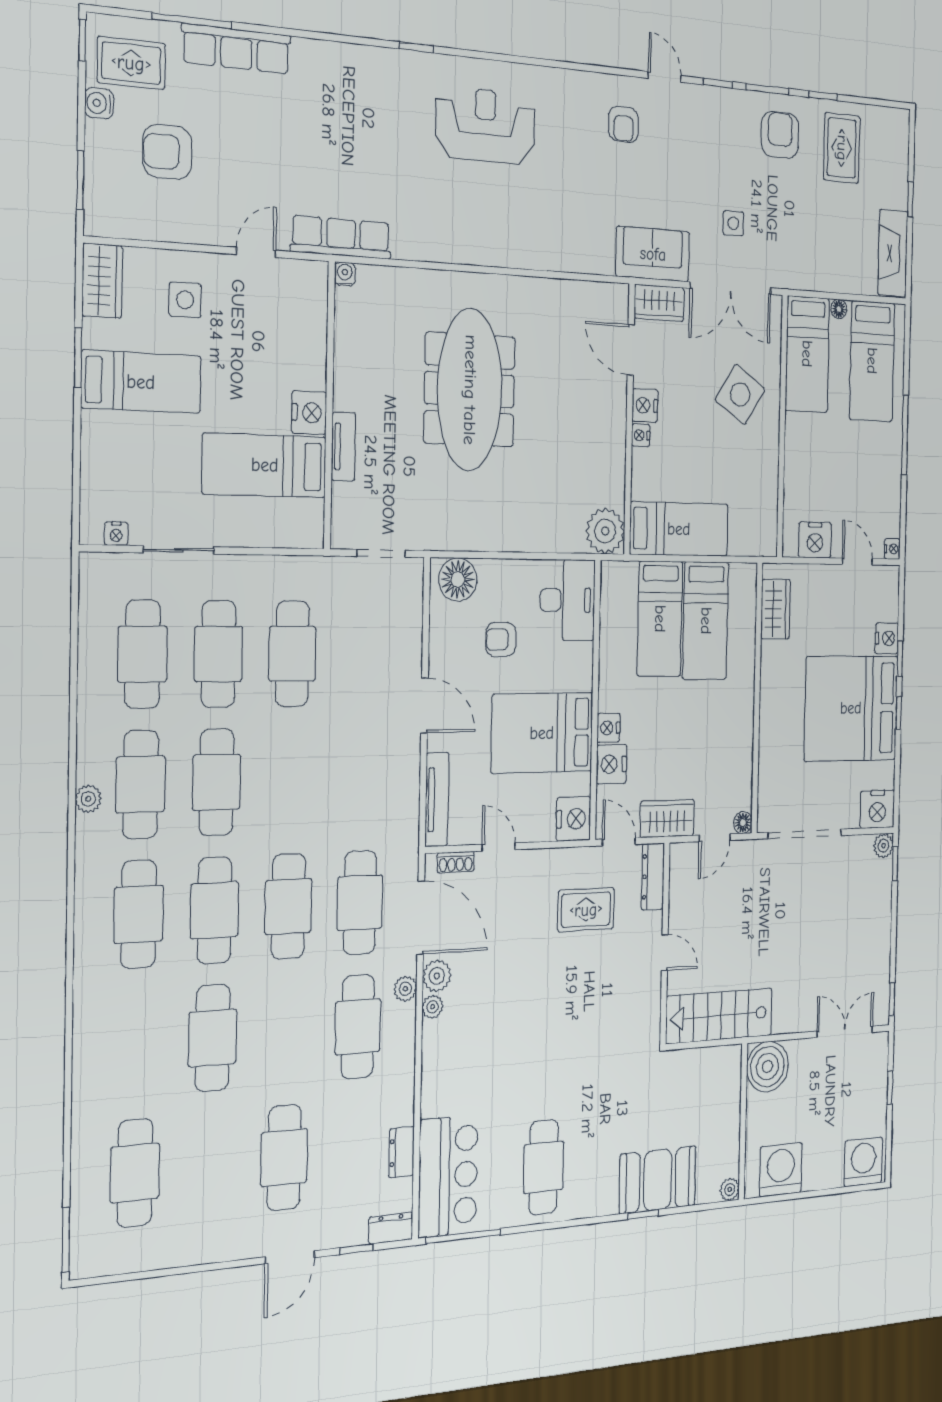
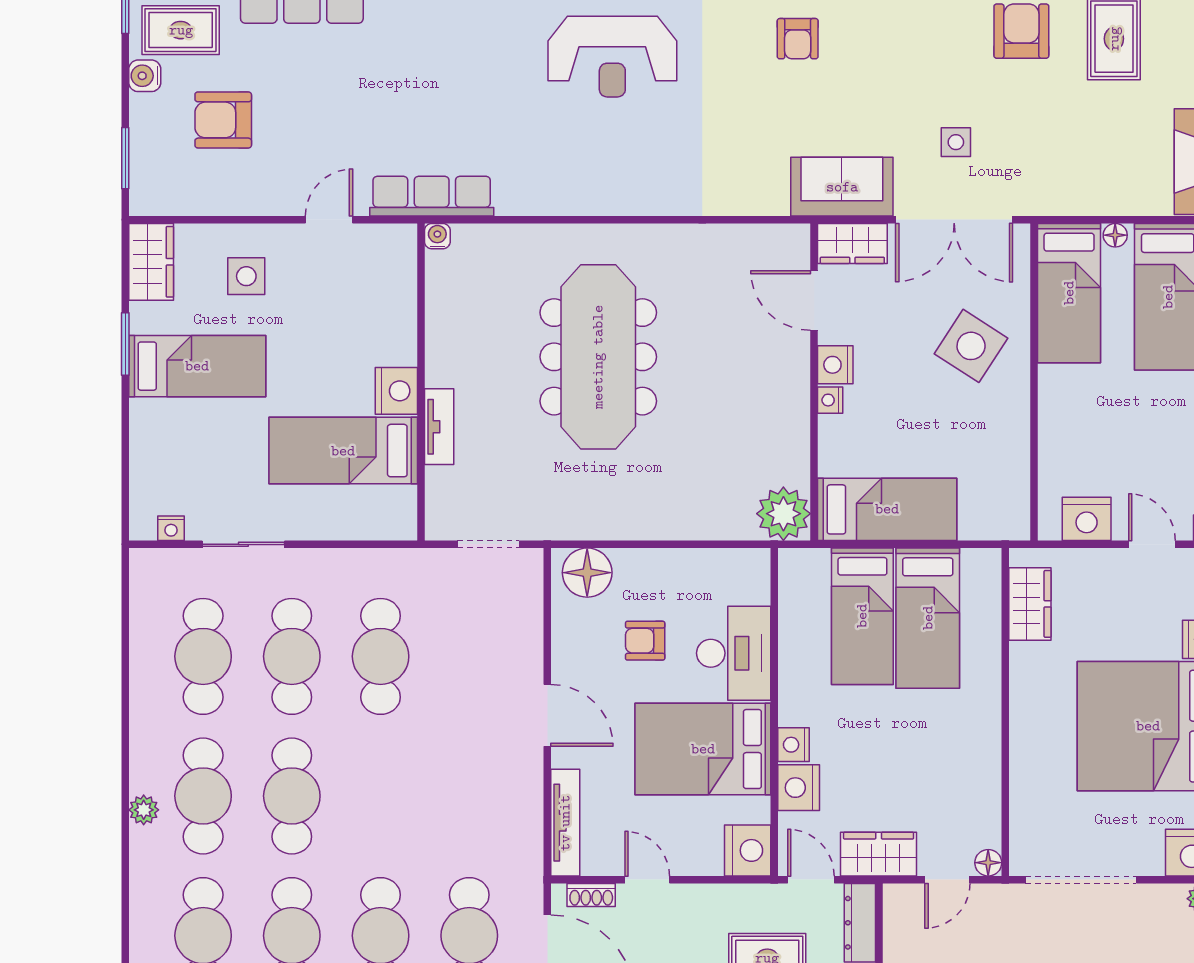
reception desk: (485, 125) -> (612, 57), turned 180
desk: (568, 600) -> (734, 653), moved

